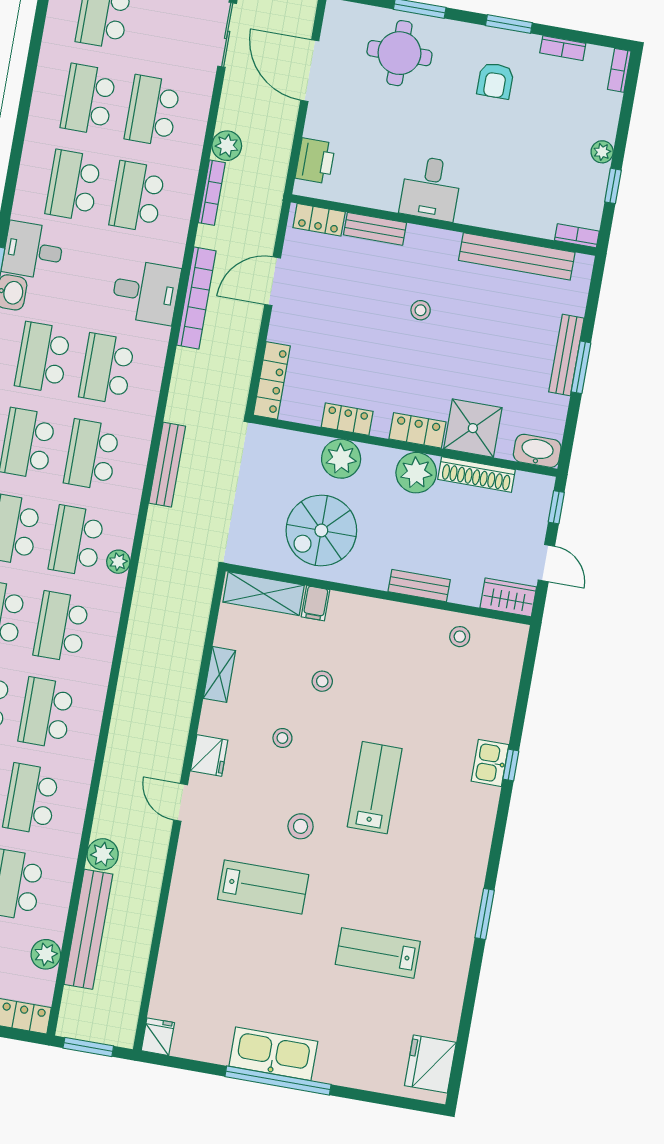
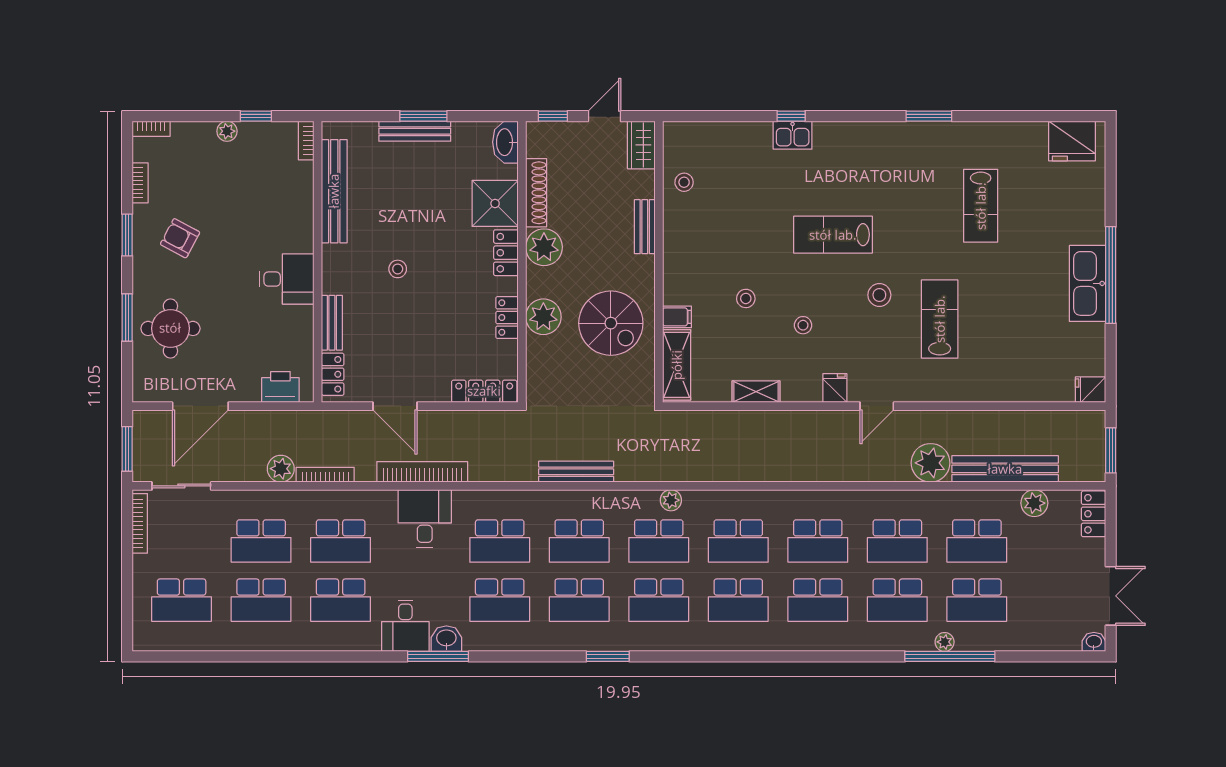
armchair: (495, 81) -> (180, 238), turned -152
fridge: (209, 755) -> (835, 388), width x0.72
plant: (103, 854) -> (931, 463), width x1.36, depth x1.36

